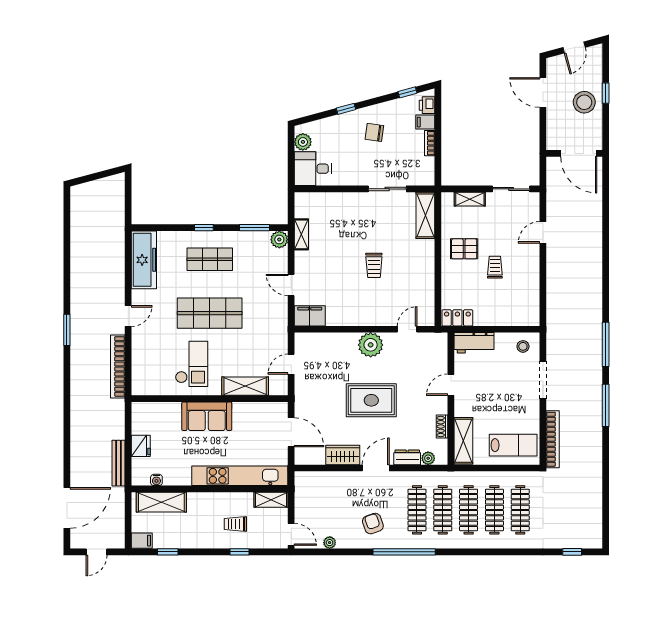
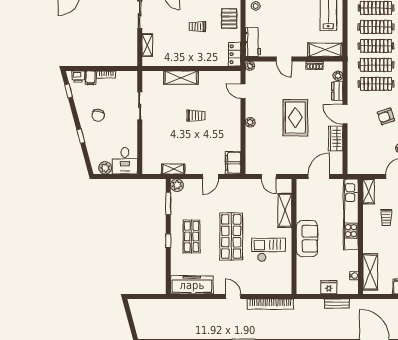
shelving: (425, 215) -> (181, 78), moved
pallet: (464, 249) -> (229, 19), moved
plant: (441, 339) -> (250, 66), added
plant: (371, 345) -> (250, 122), width x0.53, depth x0.53
bench: (119, 463) -> (337, 304), width x0.73

